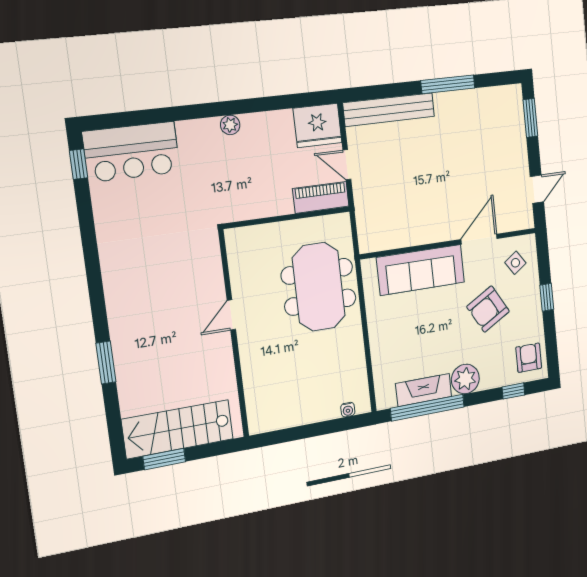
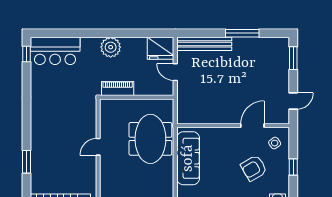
plant: (230, 125) -> (111, 47), width x1.87, depth x1.87
piano: (321, 197) -> (118, 89), moved
sofa: (421, 270) -> (188, 158), moved, turned -90

